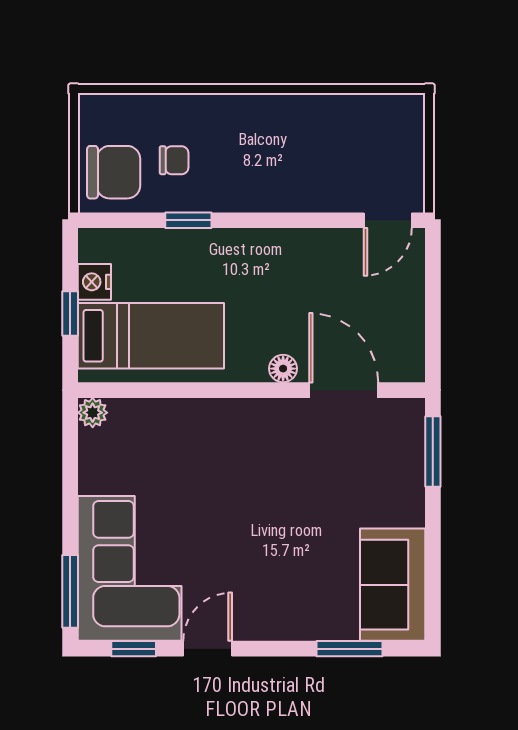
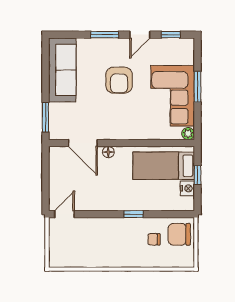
window: (188, 220) -> (134, 214), moved
armchair: (257, 540) -> (119, 80), added
corner sofa: (130, 568) -> (173, 96), moved
sofa: (393, 585) -> (62, 70), width x1.36
window: (70, 591) -> (197, 87), moved
window: (350, 649) -> (105, 35), moved

